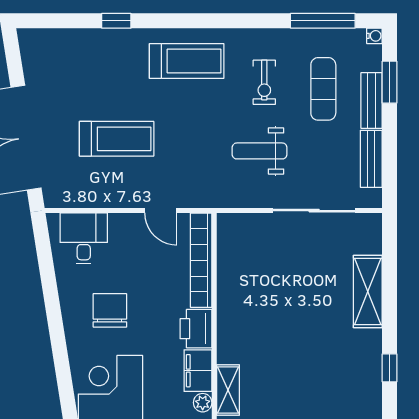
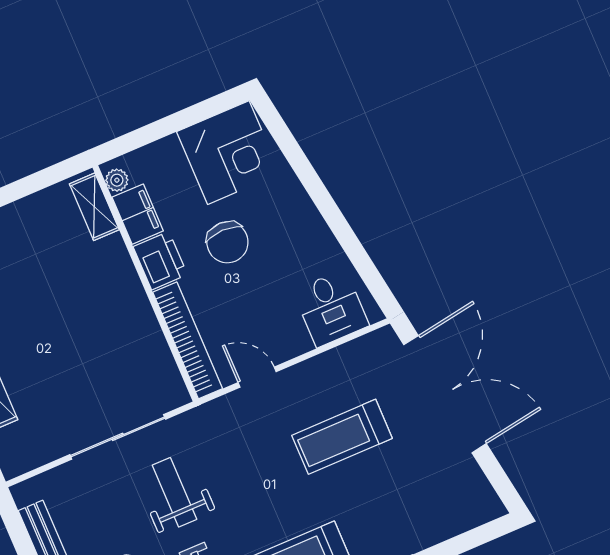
weight bench: (260, 151) -> (175, 492), turned -90
sliding door: (314, 211) -> (118, 437), moved
chair: (110, 310) -> (227, 242), moved

